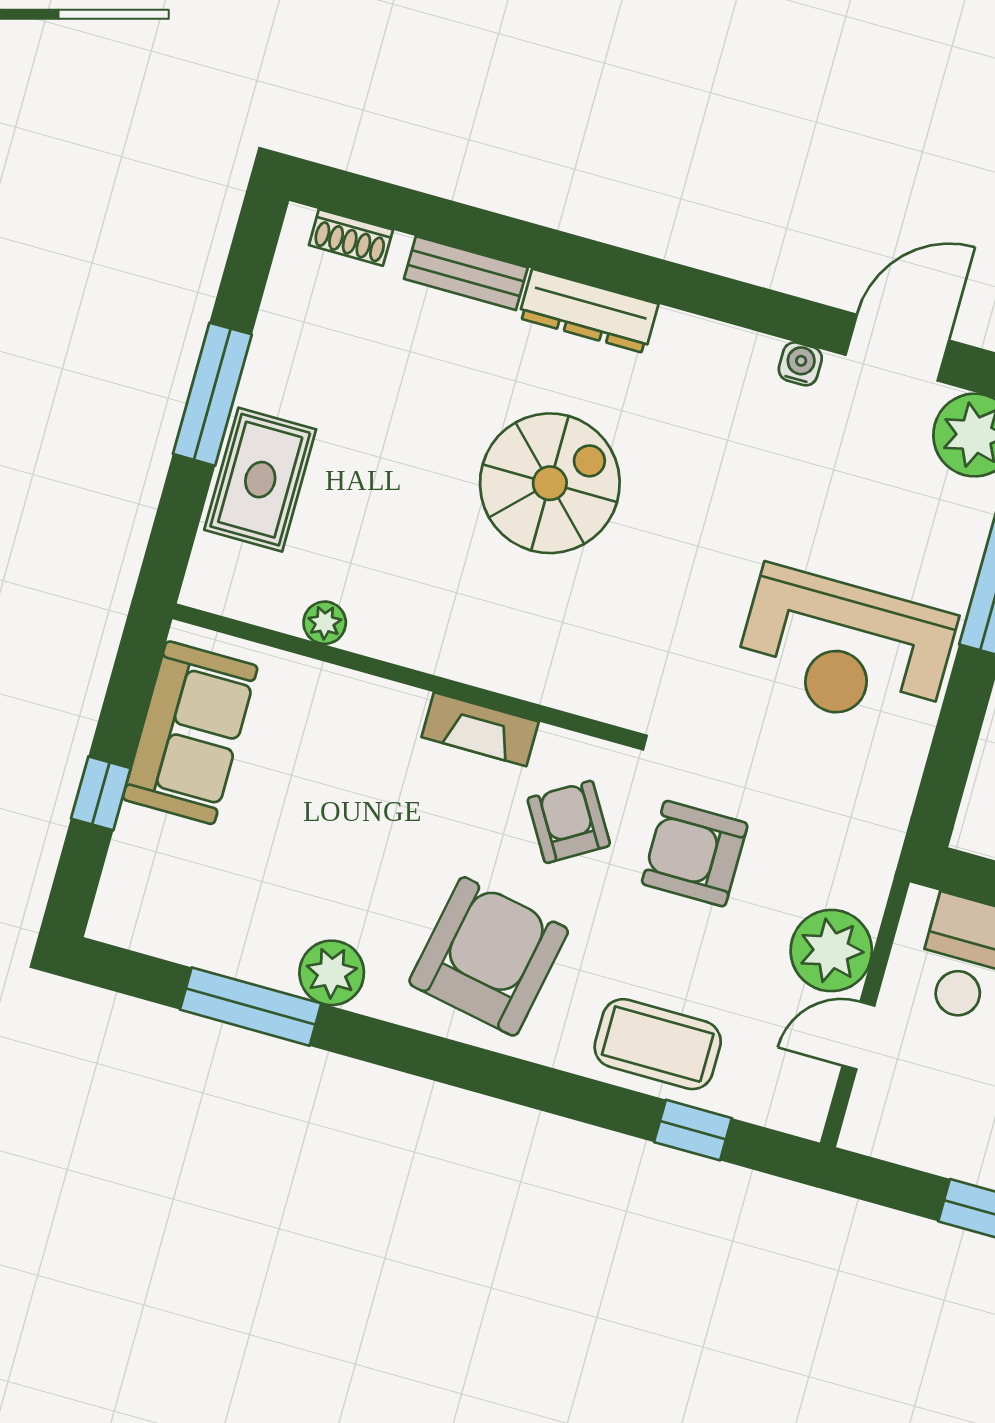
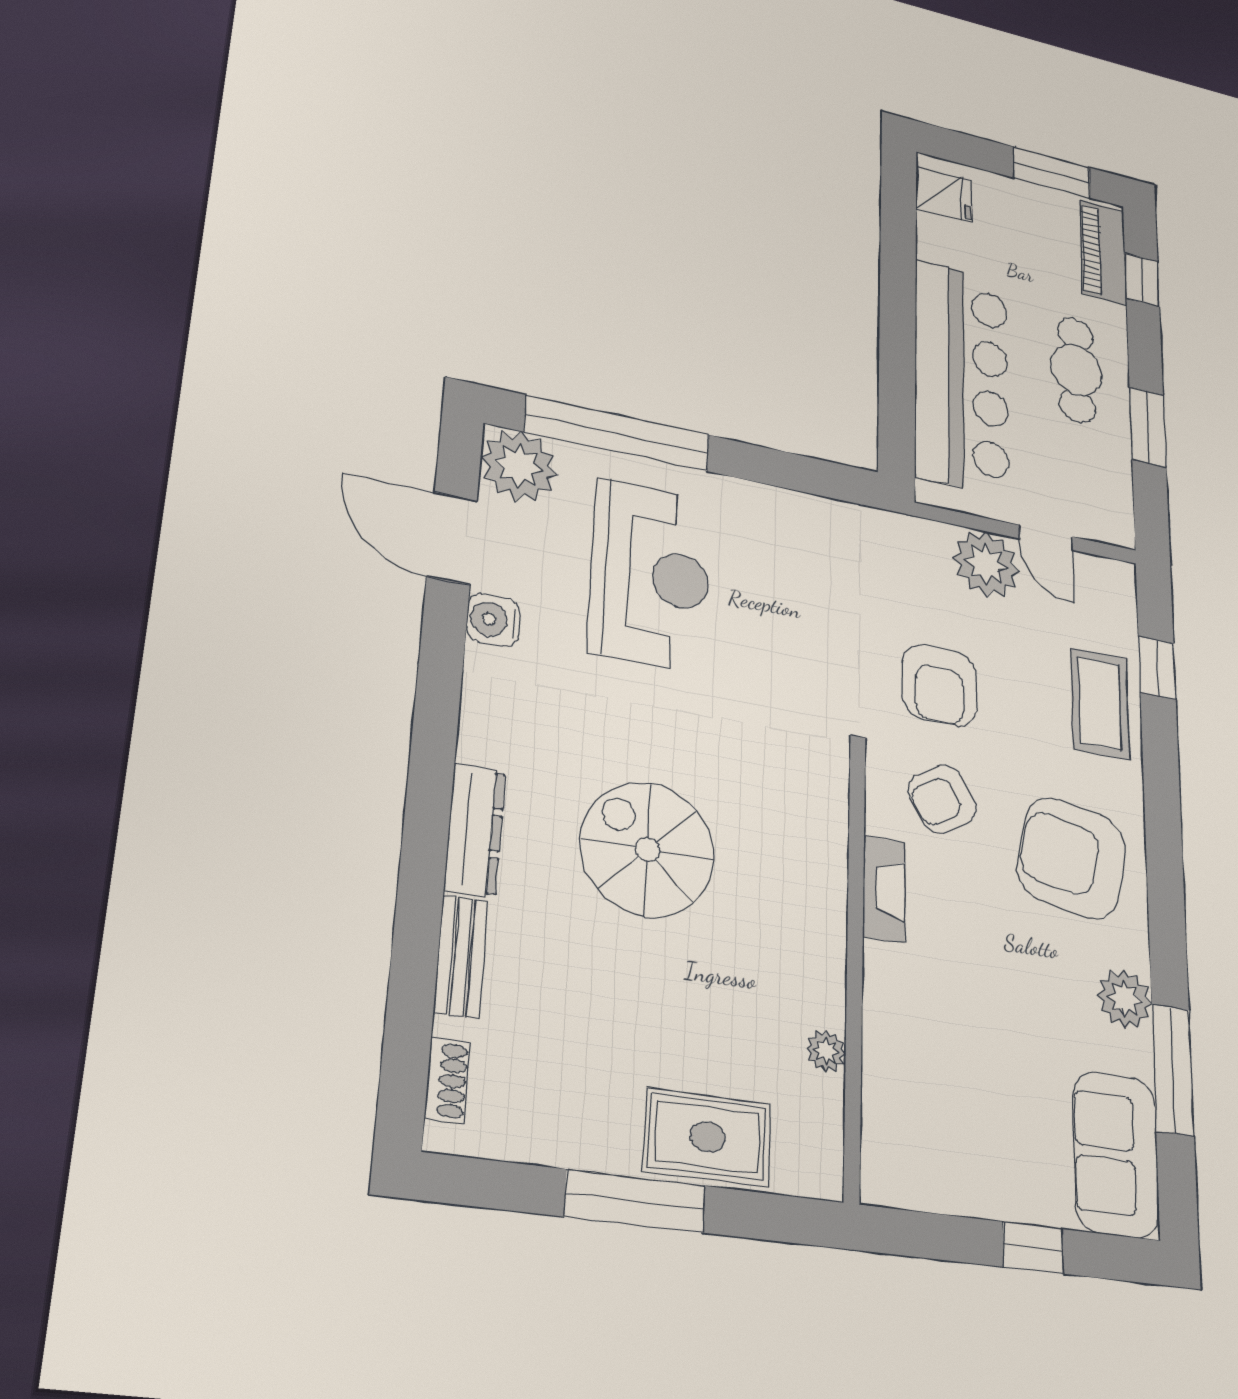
water cooler: (800, 364) -> (493, 620), width x1.38, depth x1.38
reception desk: (845, 650) -> (650, 575), moved
sofa: (190, 733) -> (1116, 1154), moved, turned -90

